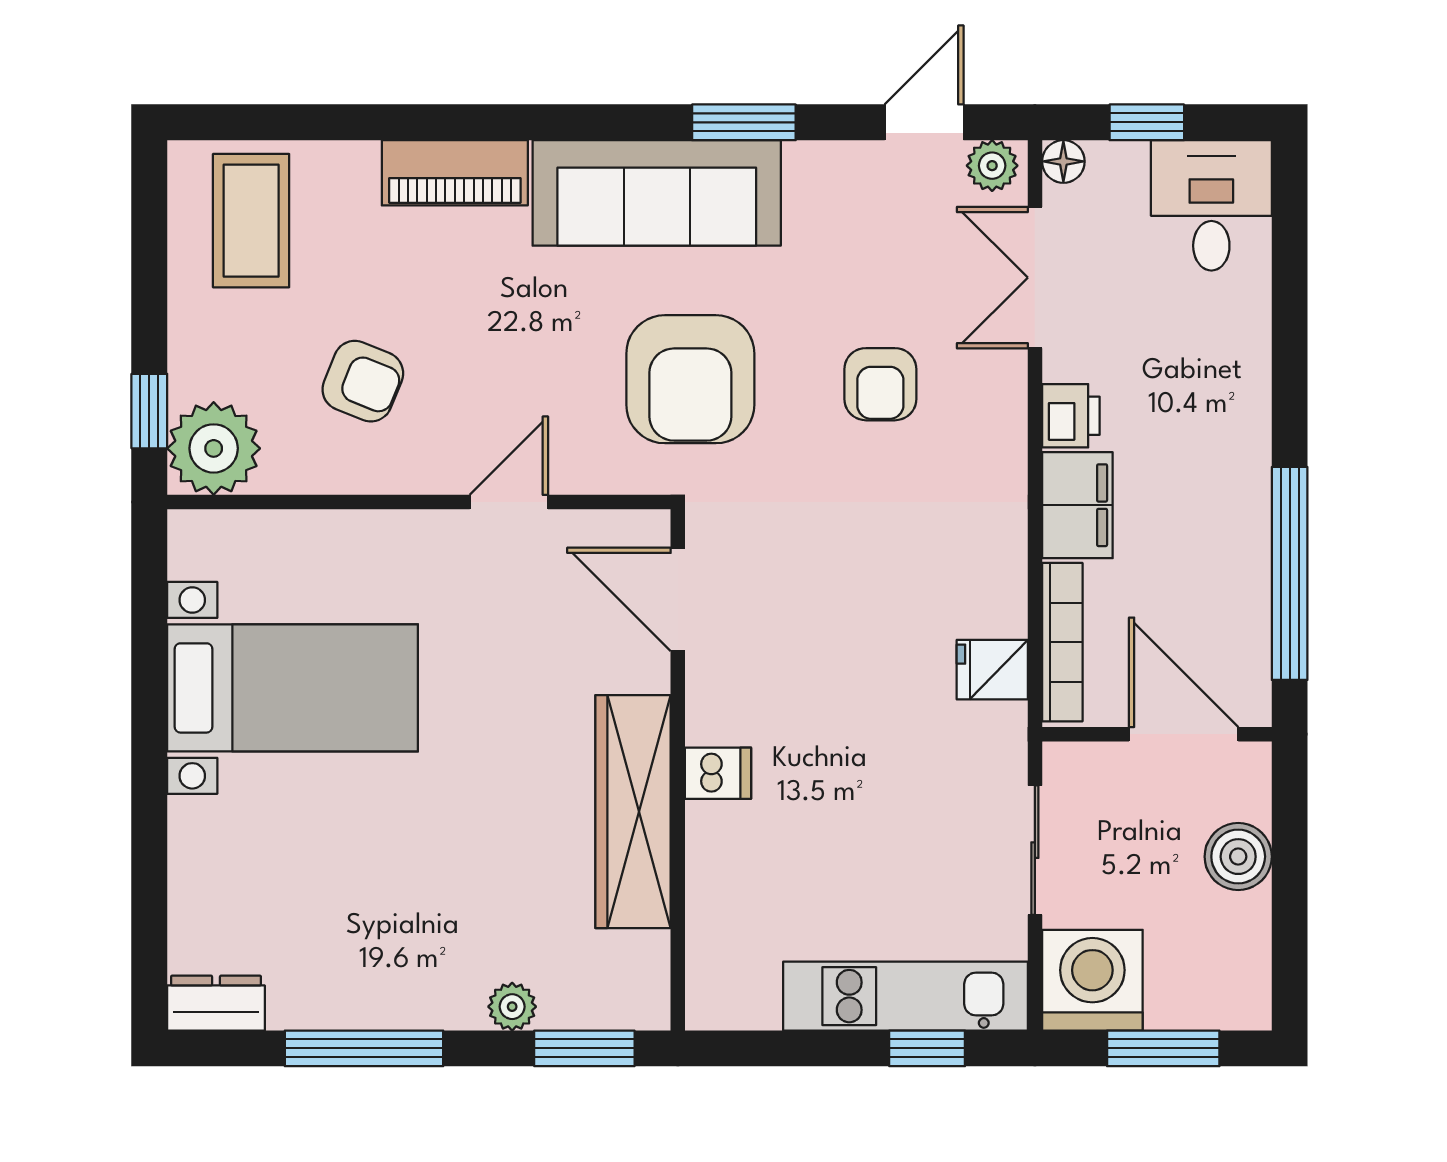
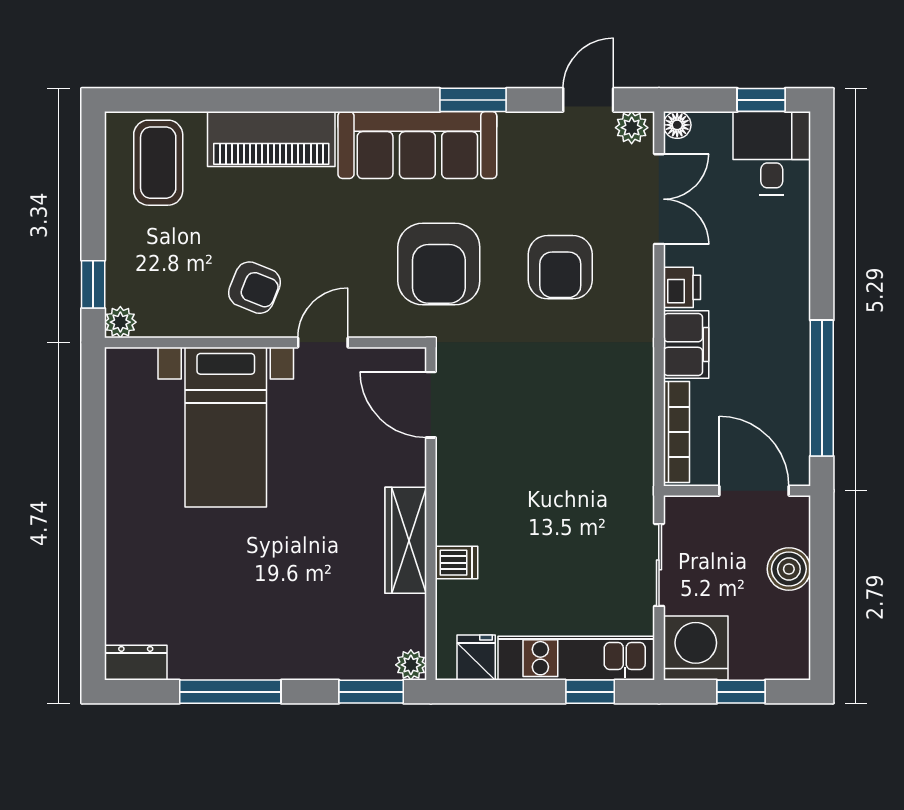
window: (1147, 122) -> (761, 100), moved
piano: (455, 173) -> (271, 139), width x1.37, depth x1.33
double door: (1035, 278) -> (659, 199), swing flipped
armchair: (363, 381) -> (255, 288), moved
armchair: (880, 384) -> (560, 267), width x1.38, depth x1.38
plant: (214, 448) -> (120, 322), width x0.53, depth x0.53
fridge: (992, 670) -> (476, 657), moved, turned 90
bed with nightstands: (293, 688) -> (226, 427), moved, turned 90
dishwasher: (718, 773) -> (456, 563), moved
wardrobe: (633, 812) -> (406, 540), width x0.71, depth x0.85
plant: (512, 1007) -> (411, 665), moved
window: (1163, 1048) -> (741, 692), width x0.67

